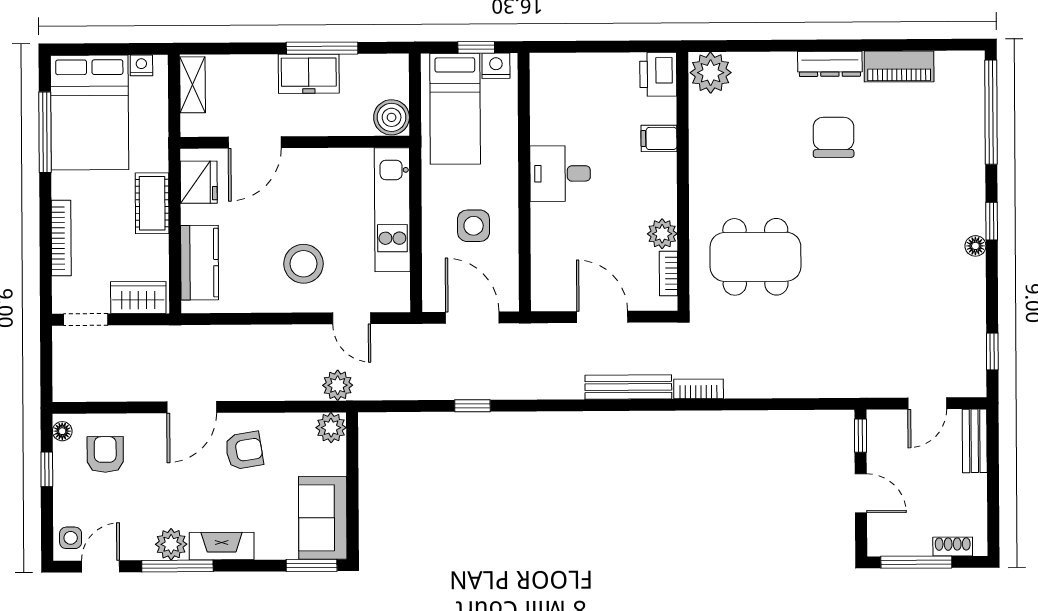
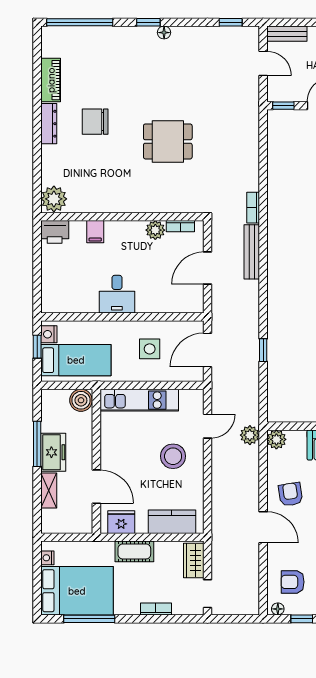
shelving: (193, 85) -> (49, 491), moved, turned 90
bookcase: (61, 238) -> (156, 609), width x0.64
dining table: (755, 257) -> (168, 141), moved, width x0.73

